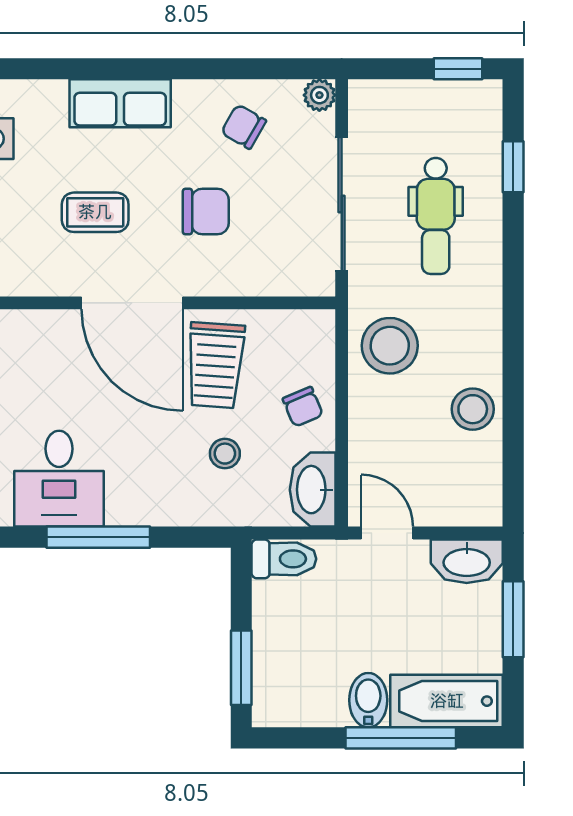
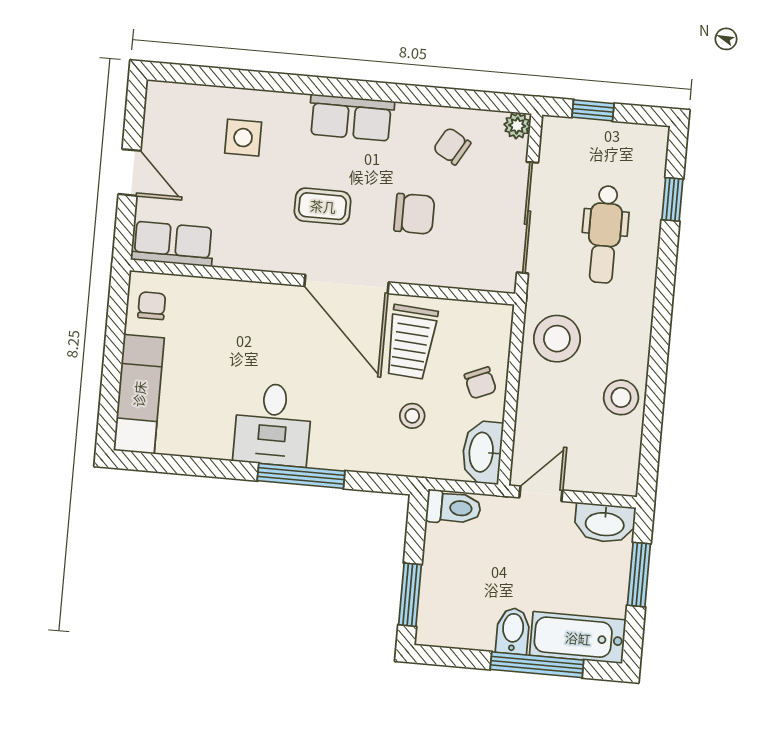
window: (458, 69) -> (593, 110), moved
door: (387, 533) -> (541, 494), hinge flipped

